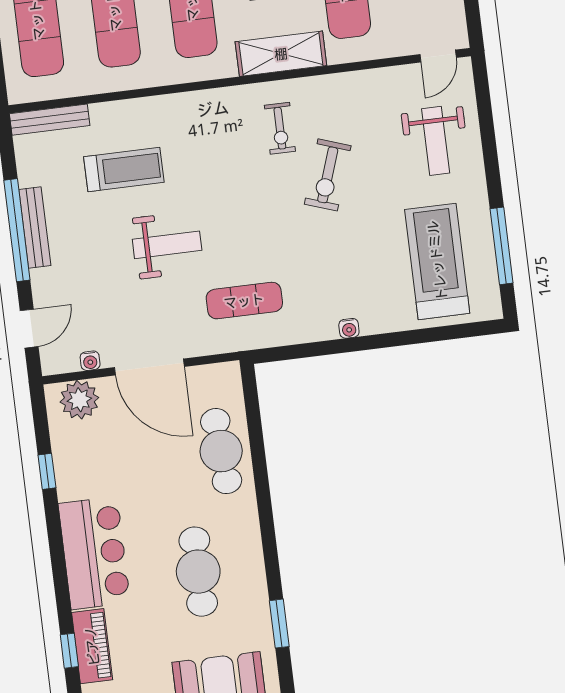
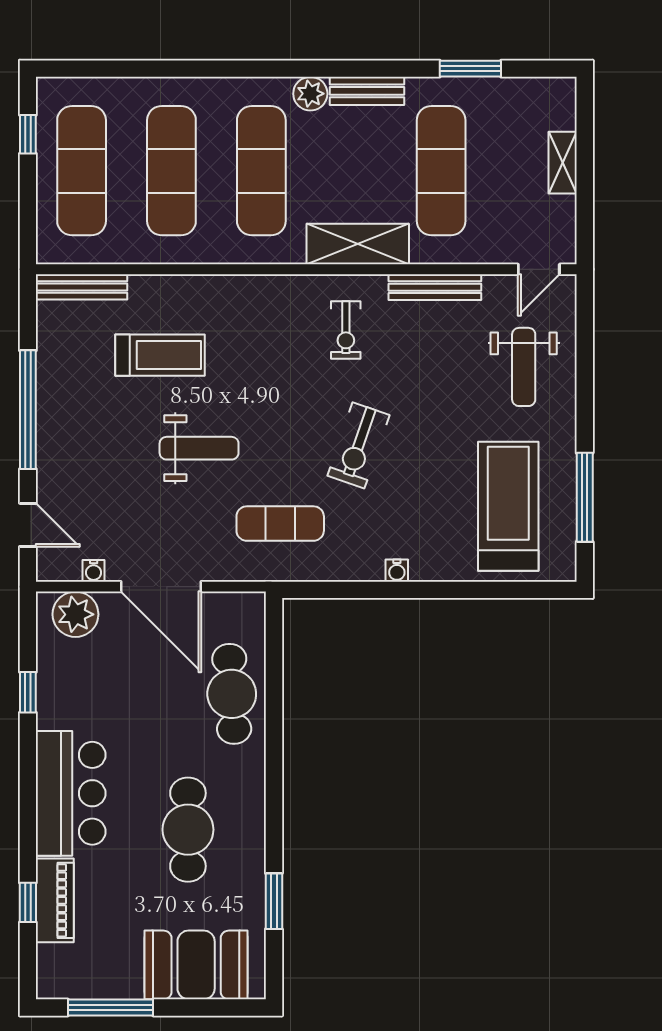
exercise bike: (328, 175) -> (358, 445), moved
bench: (35, 227) -> (435, 287), moved, turned 90
door: (29, 329) -> (28, 525), hinge flipped

